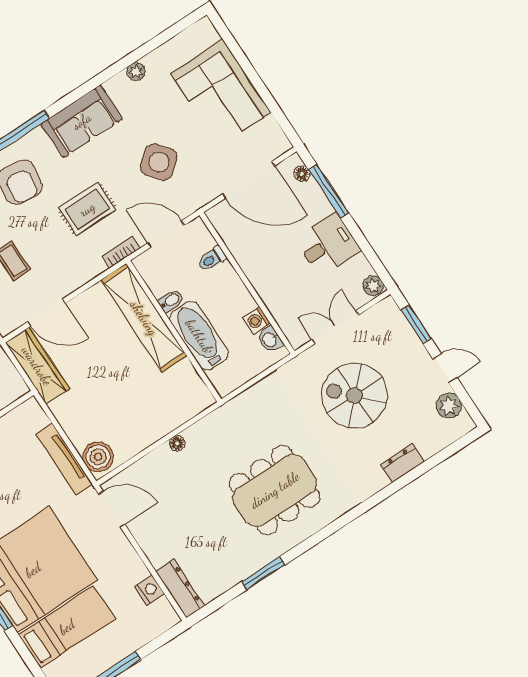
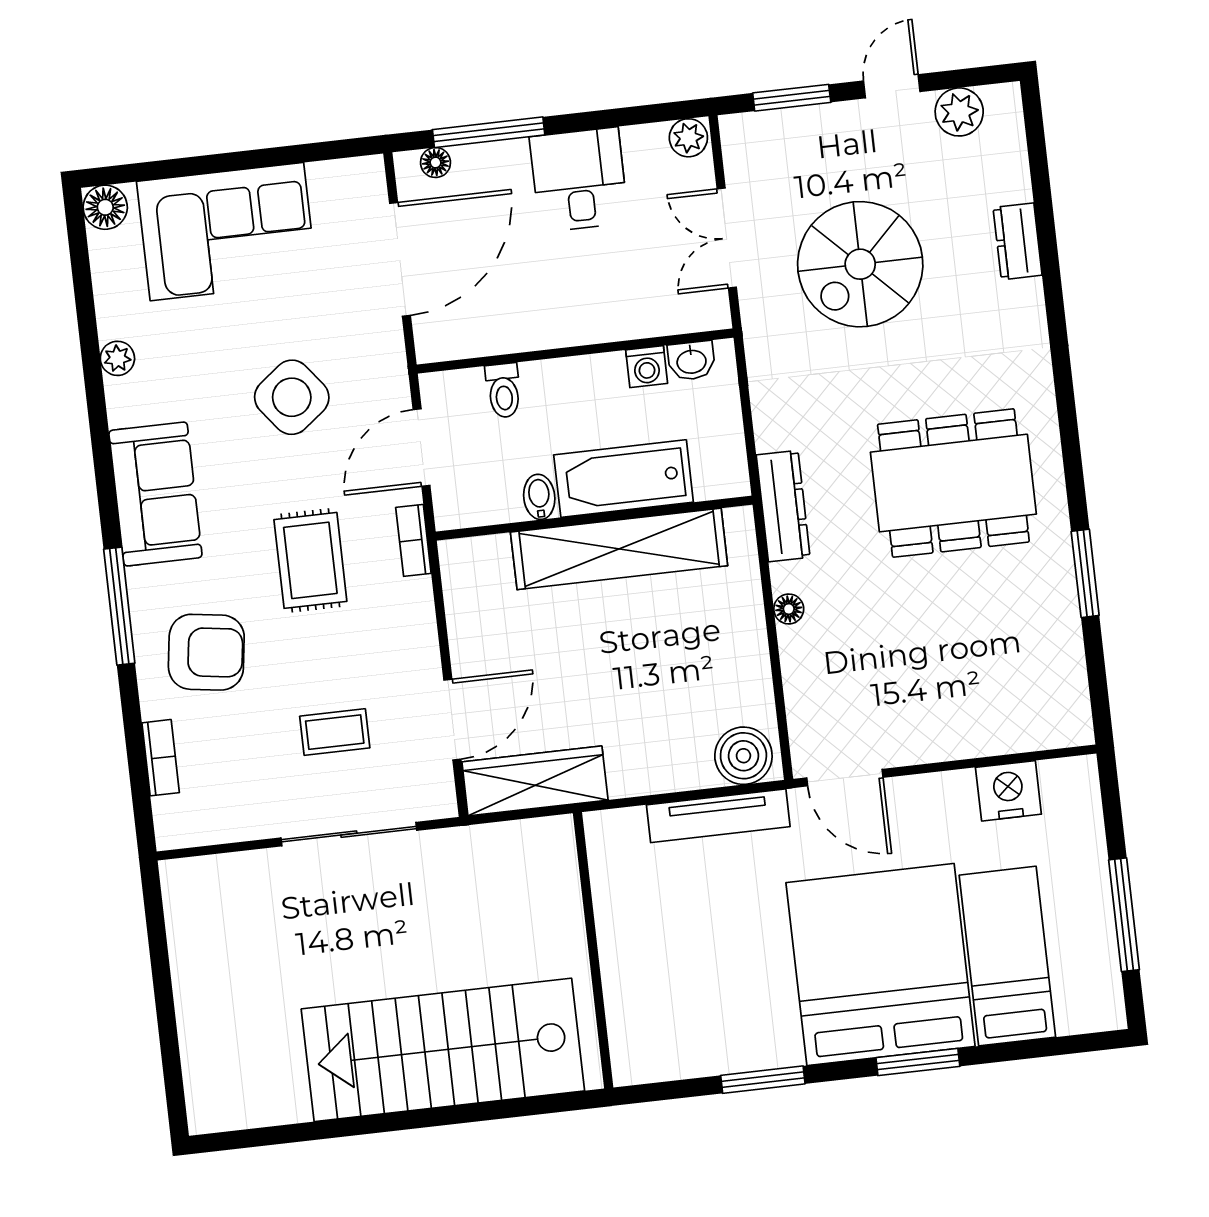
floor lamp: (203, 30) -> (105, 207), added
shelving: (144, 318) -> (619, 549), moved
dining table: (275, 490) -> (953, 483), turned 90
door: (112, 509) -> (845, 778), swing flipped
dresser: (180, 589) -> (783, 506), moved, turned 90
nightstand: (149, 590) -> (1008, 791), width x1.36, depth x1.33

